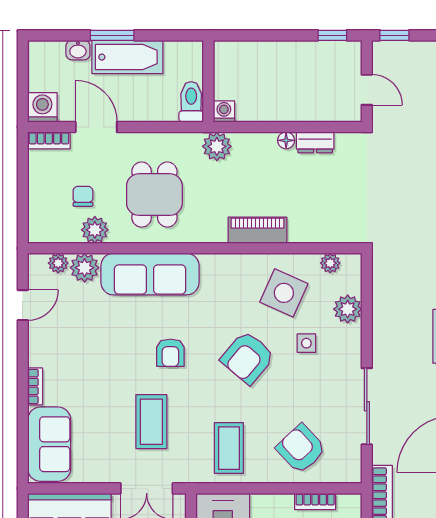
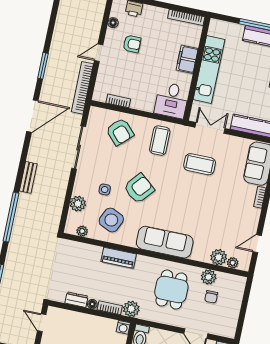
bookcase: (49, 140) -> (110, 308), moved
sofa: (150, 274) -> (165, 242), moved
armchair: (170, 353) -> (181, 200), removed
coffee table: (151, 422) -> (200, 164), turned 90

